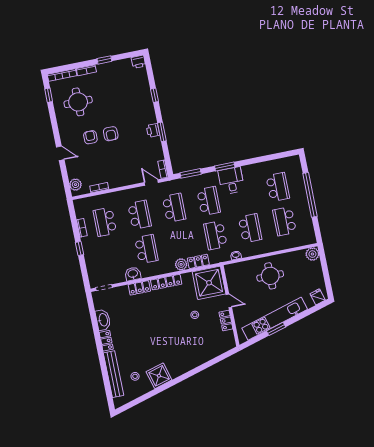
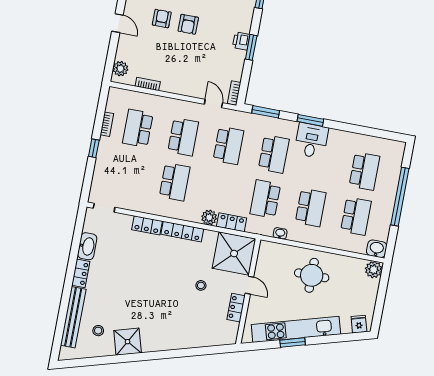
school desk: (285, 221) -> (356, 216), turned 180
washbasin: (133, 274) -> (377, 249), moved

